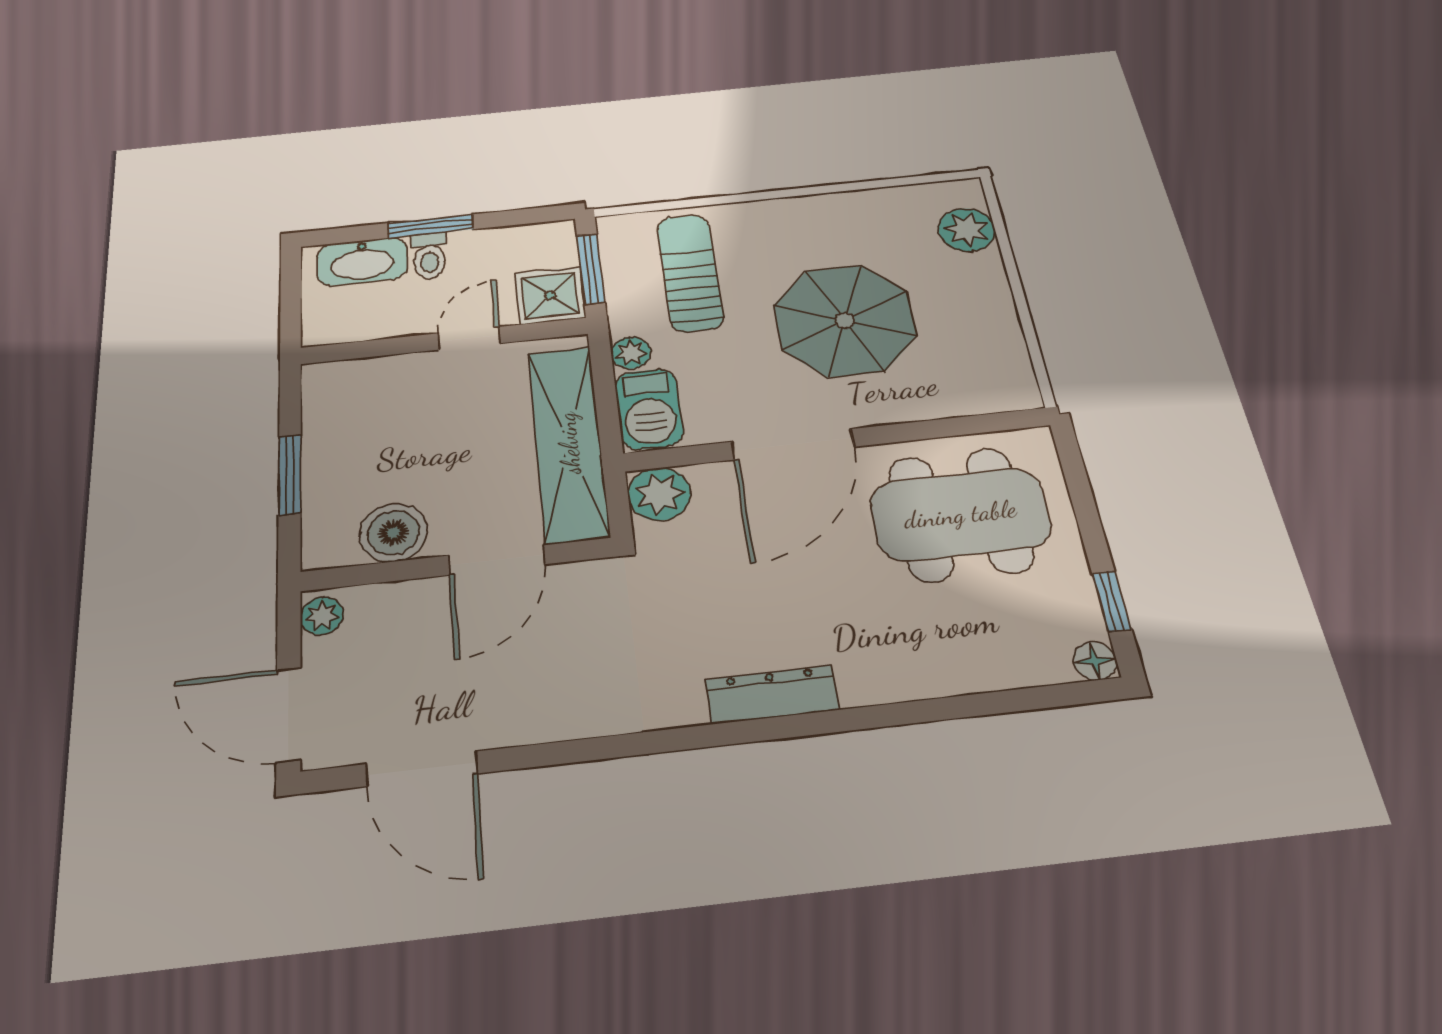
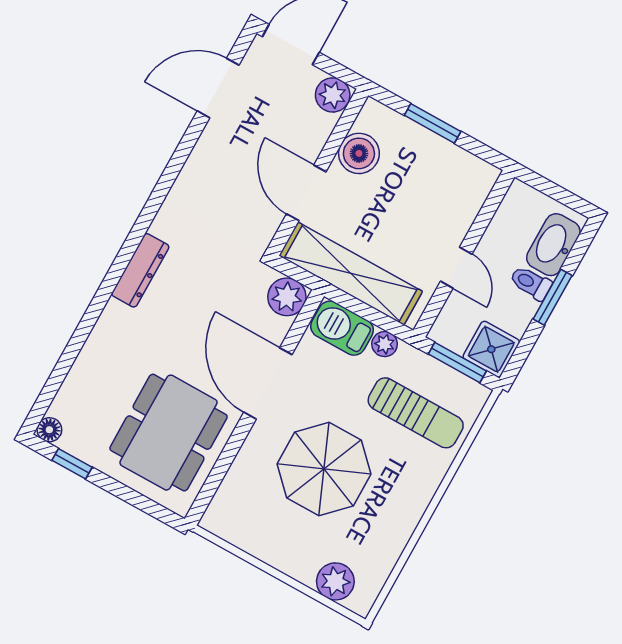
shower: (550, 295) -> (491, 349), moved
plant: (322, 616) -> (333, 95), width x1.38, depth x1.38

